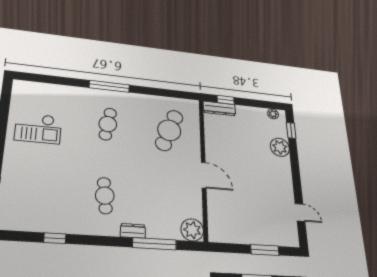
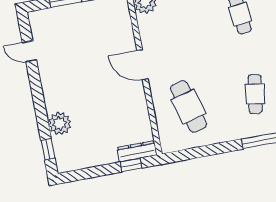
plant: (273, 114) -> (72, 165), removed
cafe table: (169, 130) -> (189, 107), turned -36

